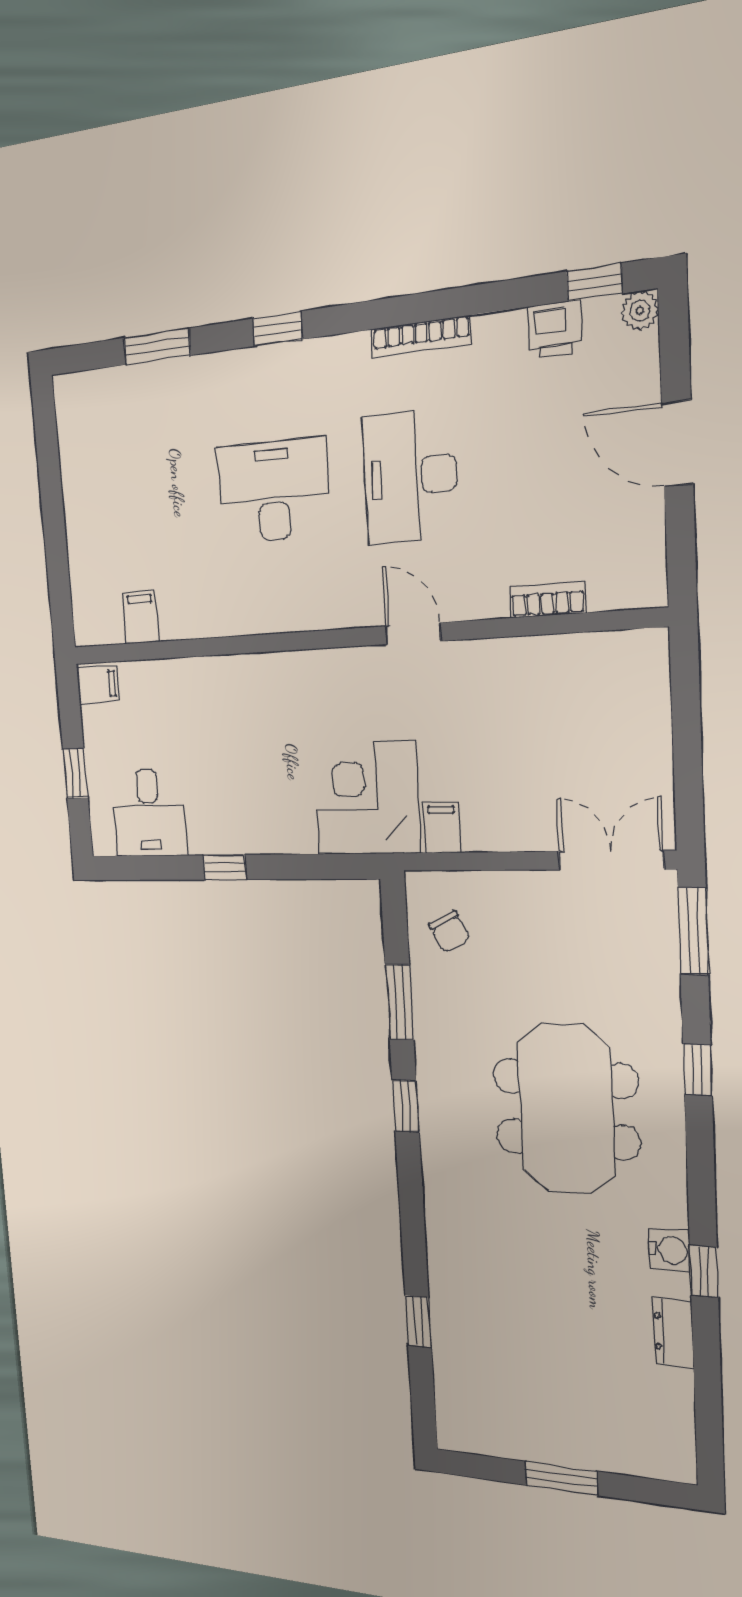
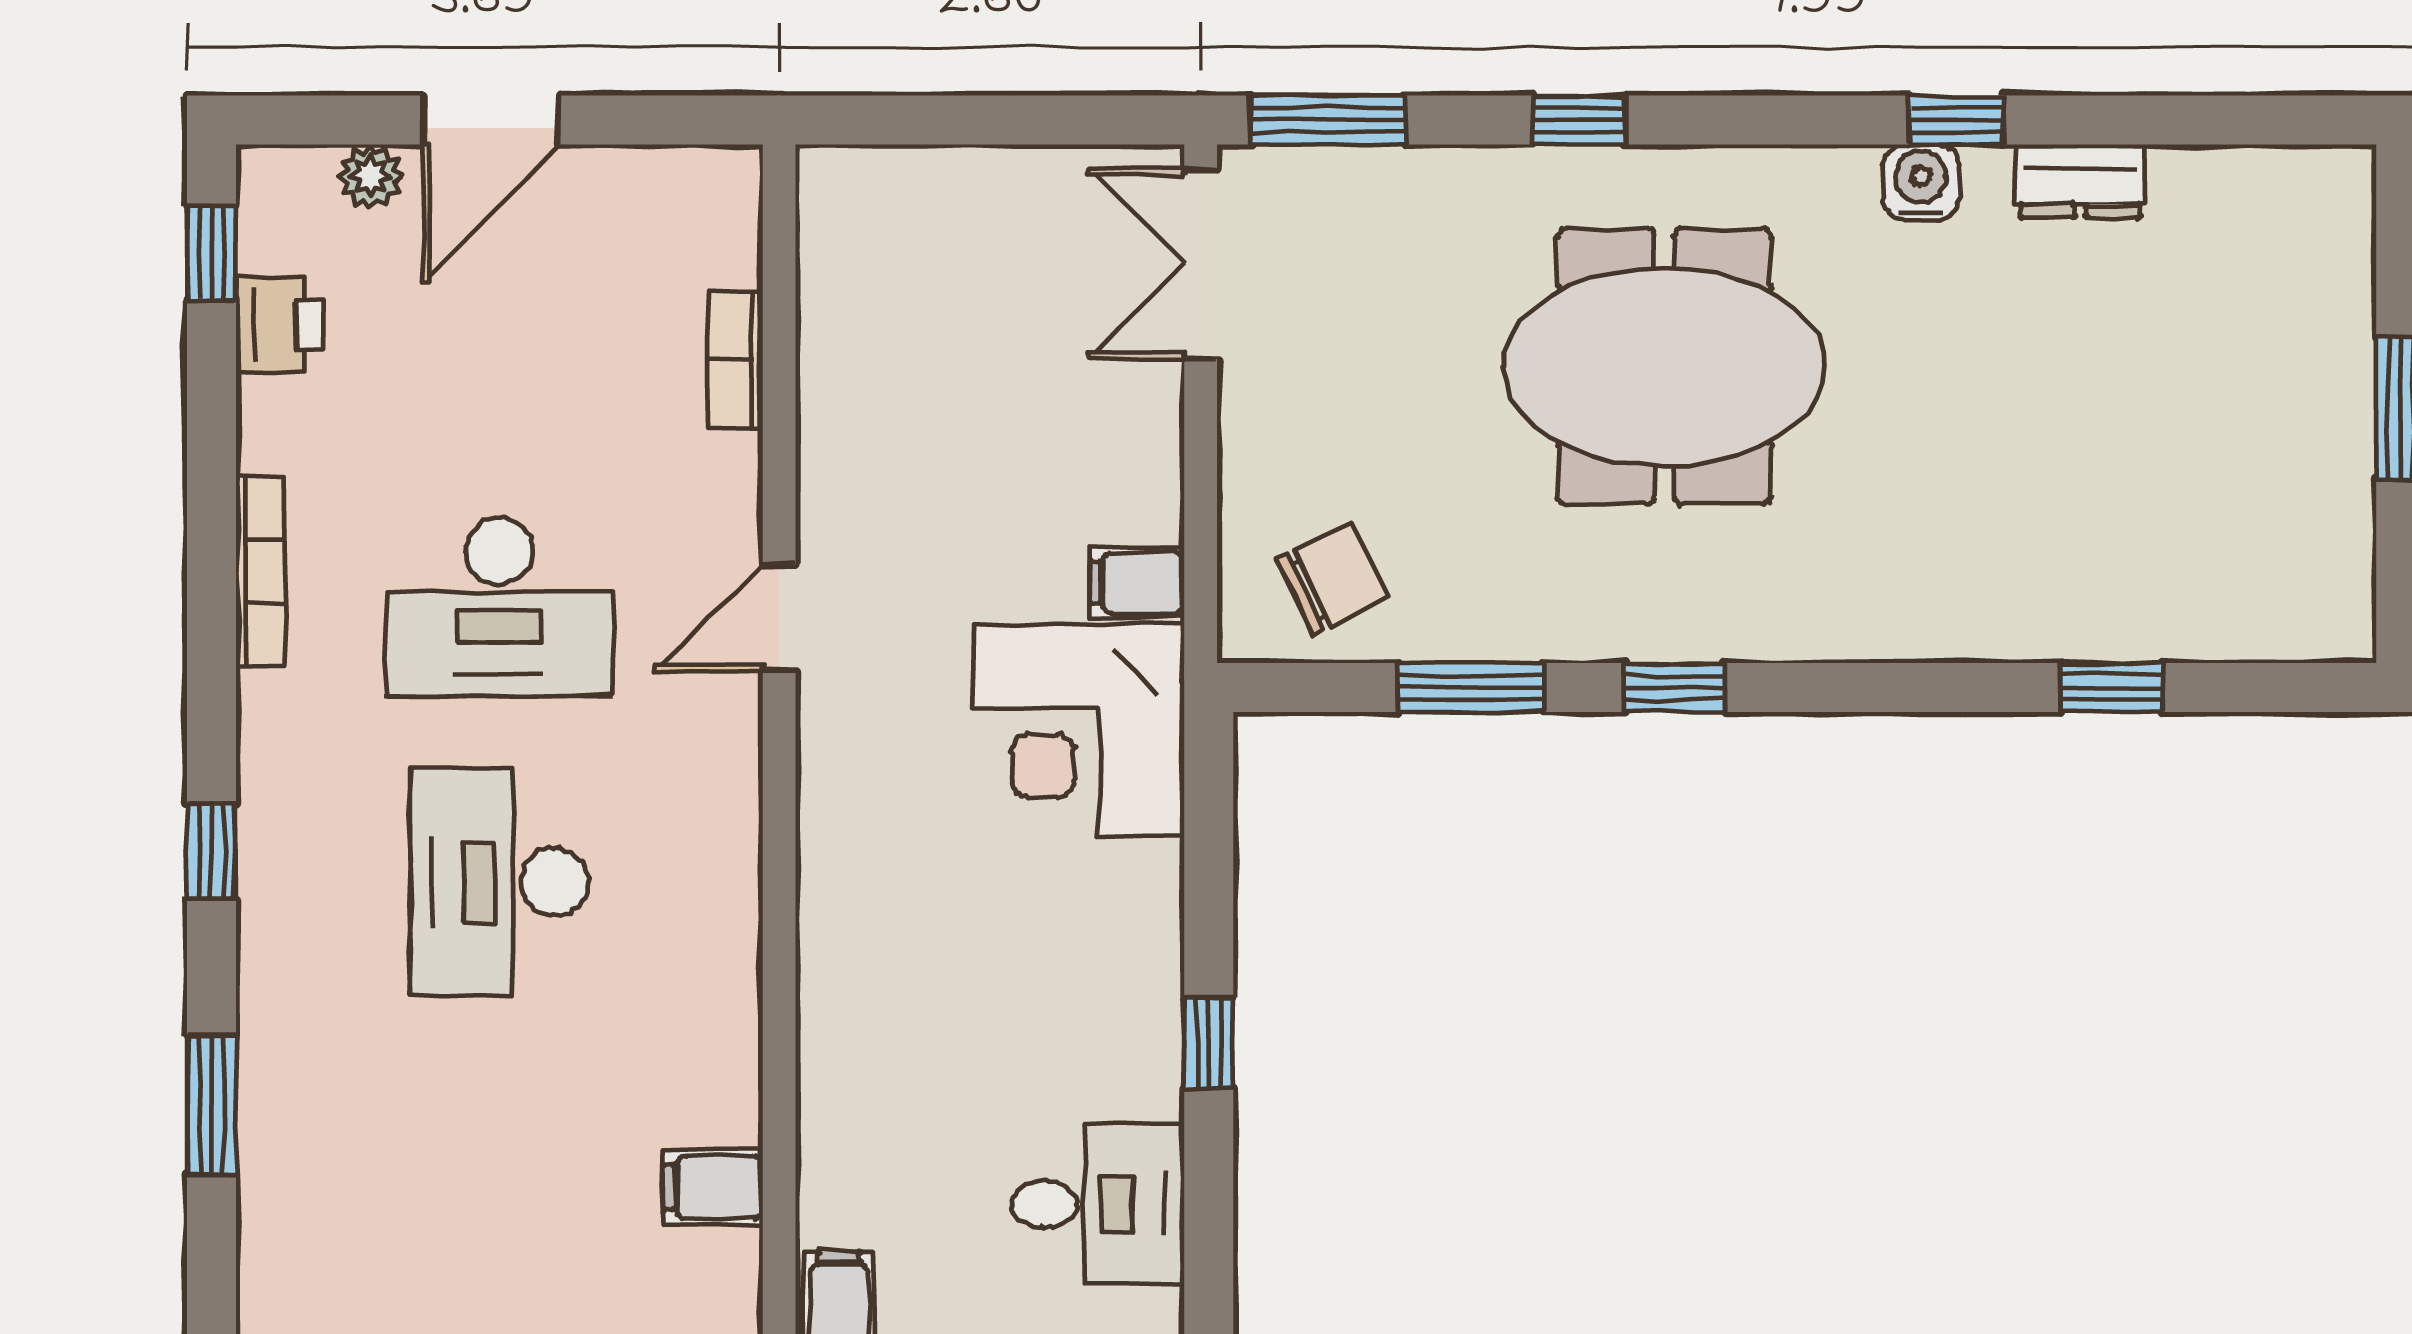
plant: (640, 311) -> (371, 176), moved
chair: (449, 931) -> (1332, 579), width x1.37, depth x1.37

